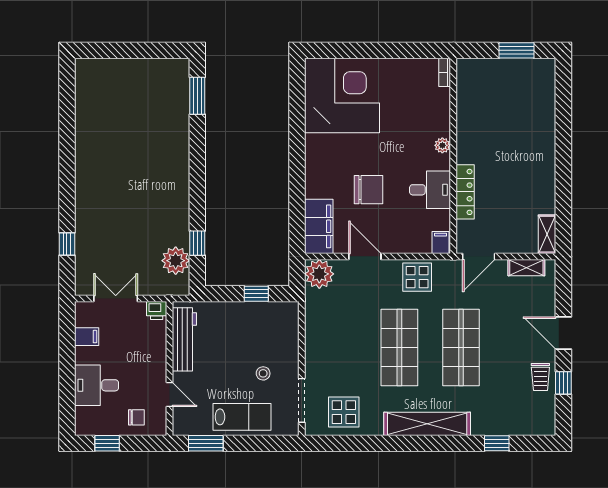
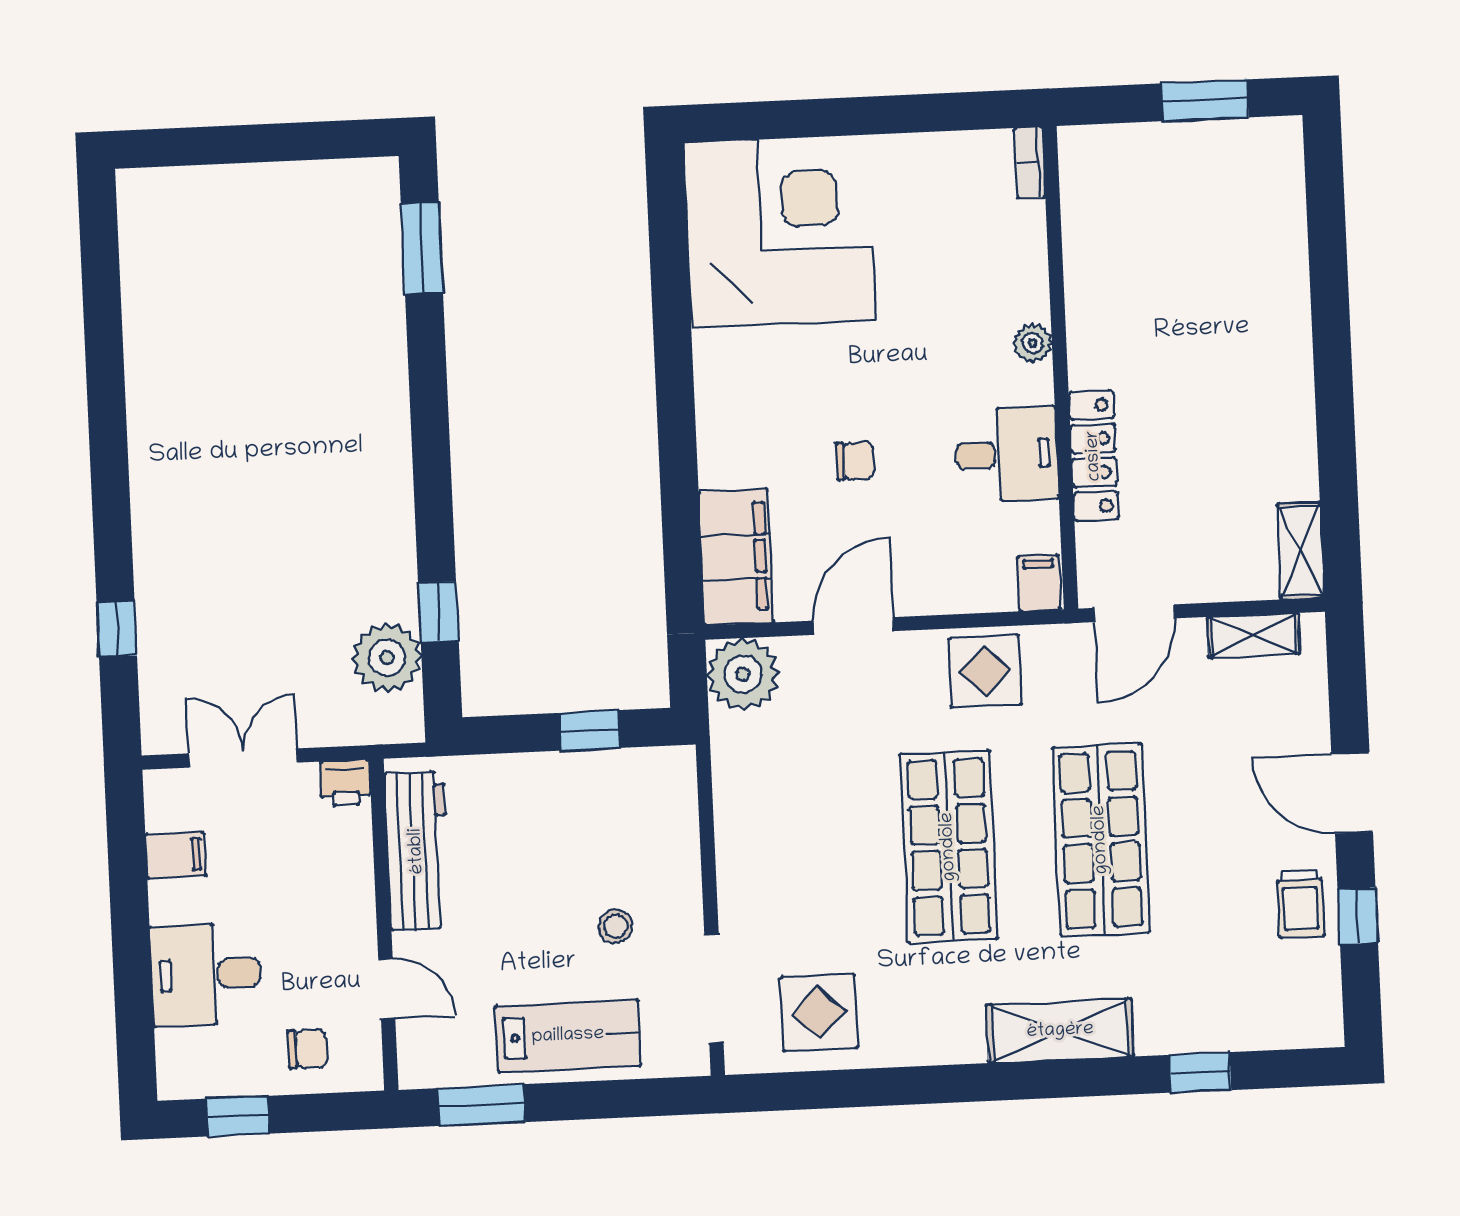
chair: (369, 190) -> (855, 461), width x0.54, depth x0.54
door: (365, 256) -> (854, 626), hinge flipped
shelving: (427, 424) -> (1060, 1031), width x0.68

